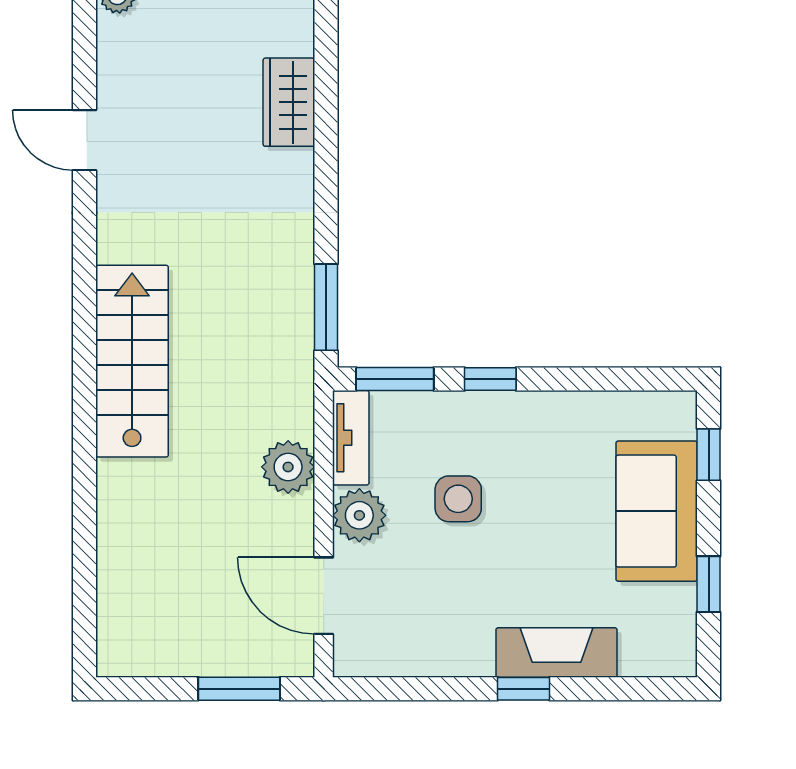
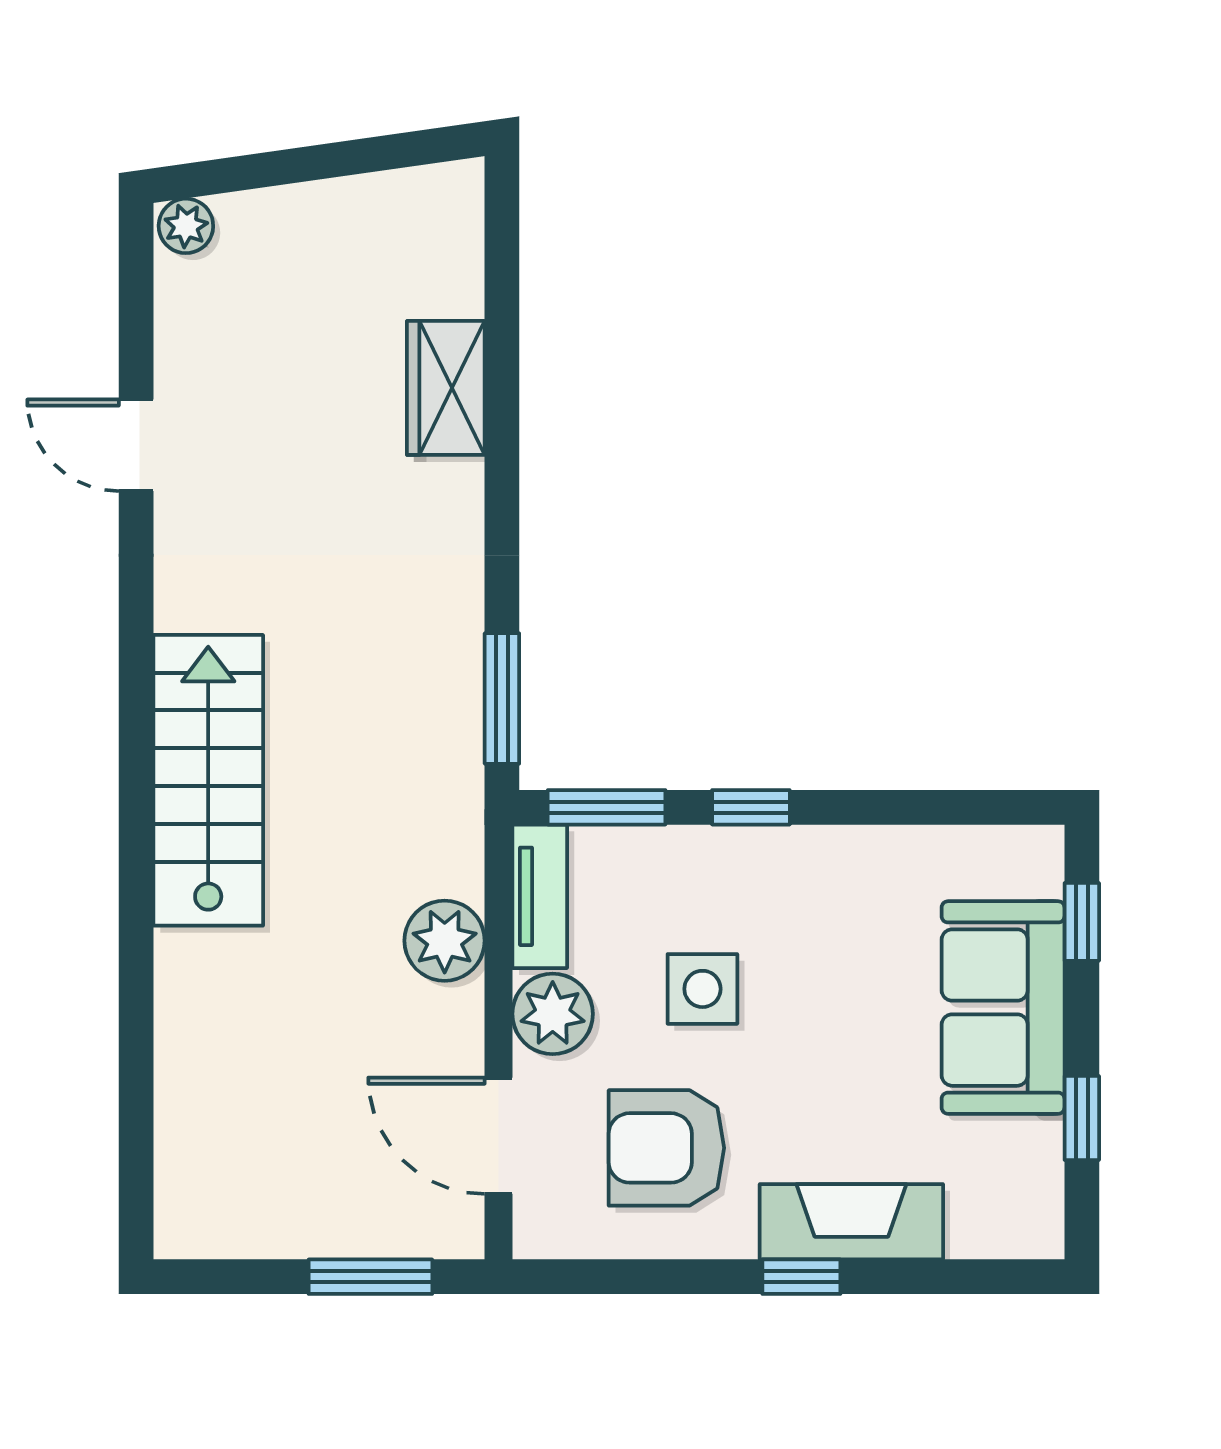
armchair: (434, 604) -> (666, 1148), added

